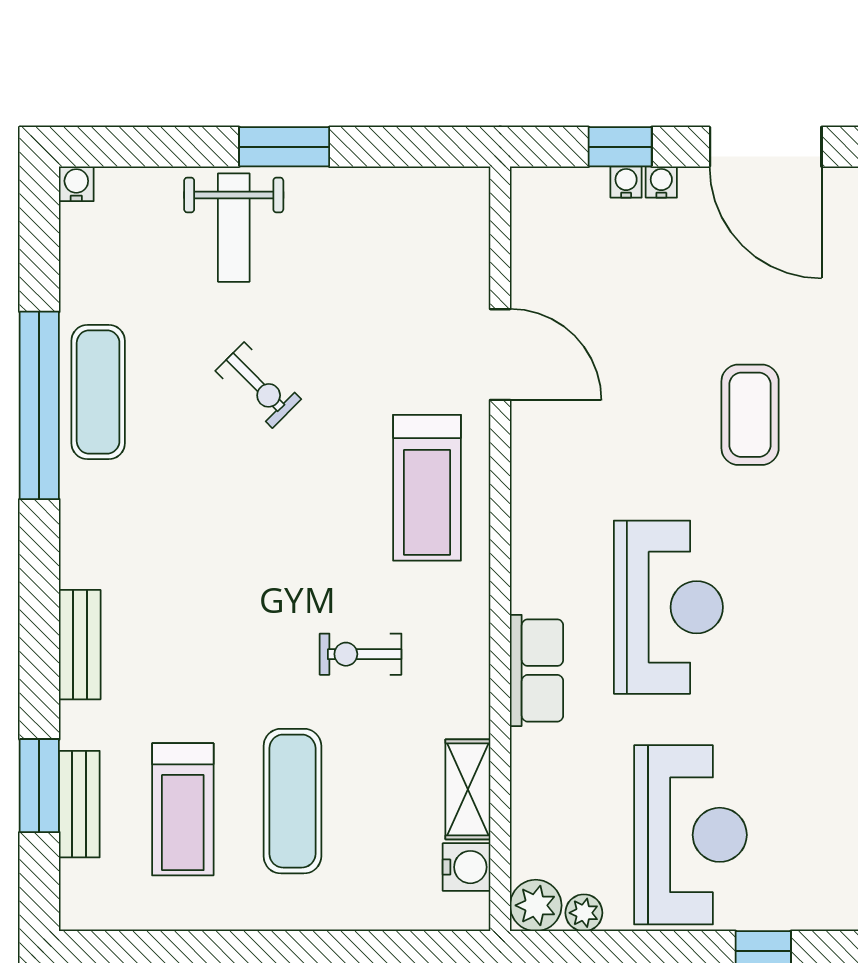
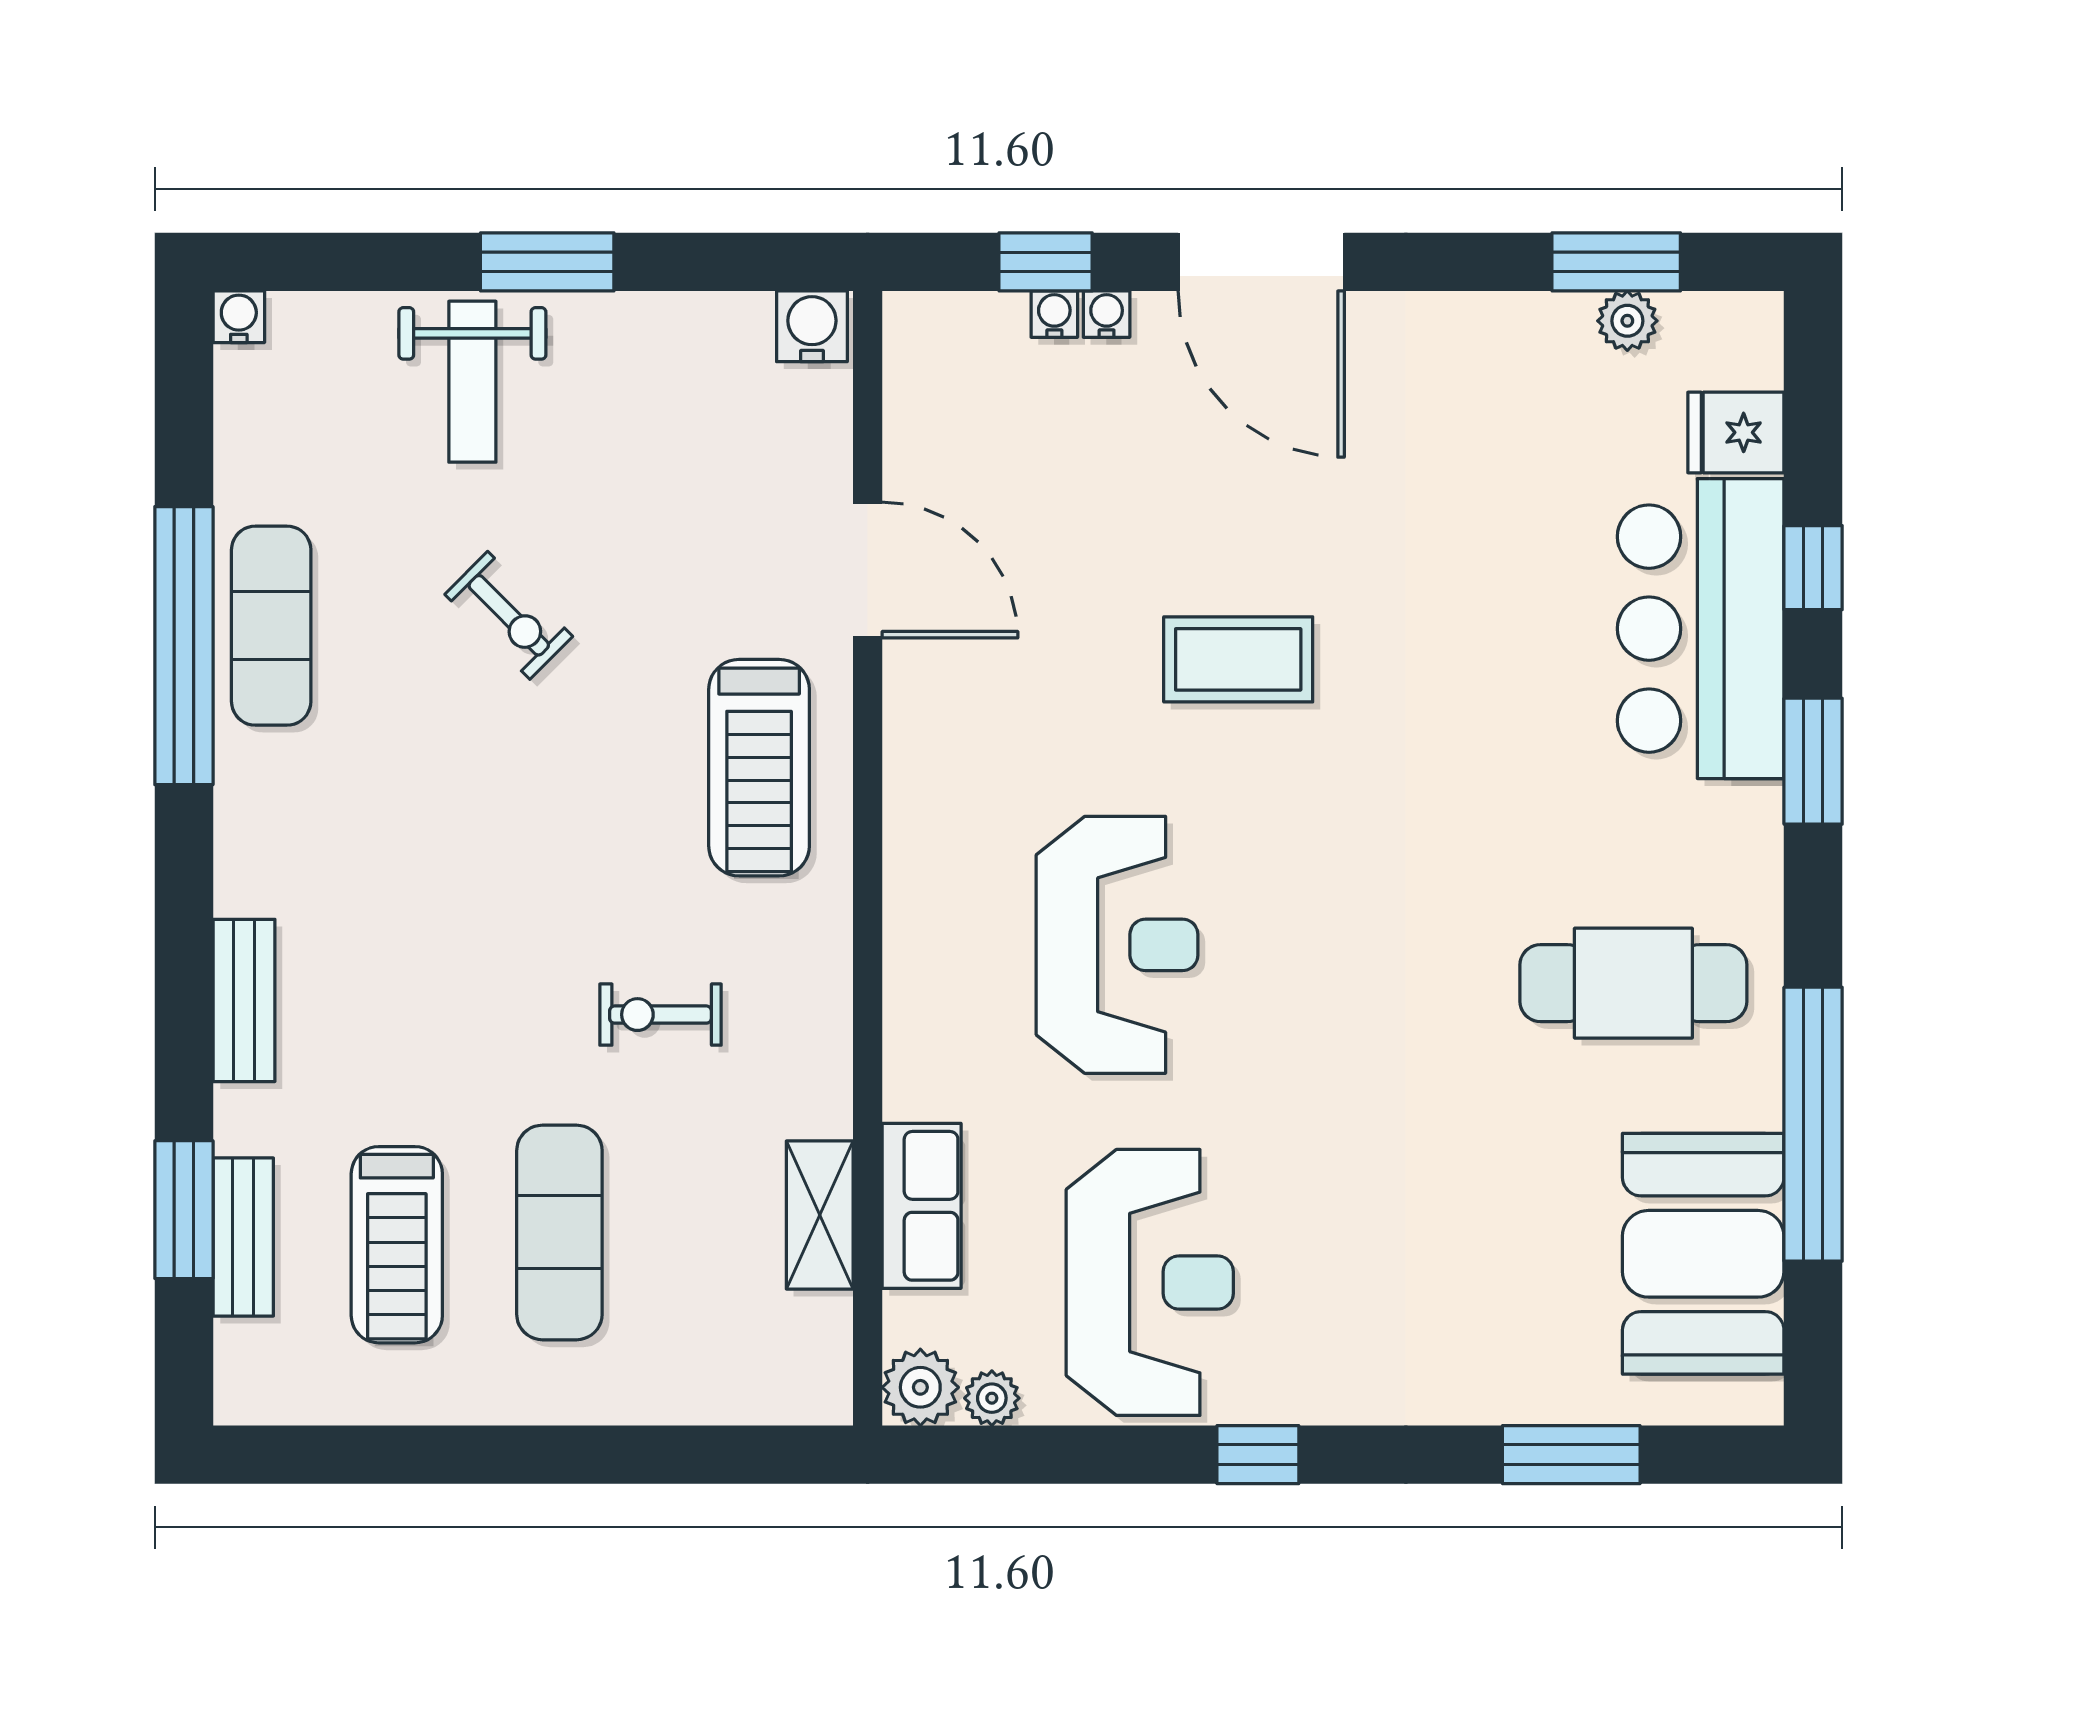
coffee table: (750, 415) -> (1238, 659), turned 90
row of seats: (537, 670) -> (922, 1206), moved
water cooler: (467, 867) -> (812, 326), moved, turned -90

